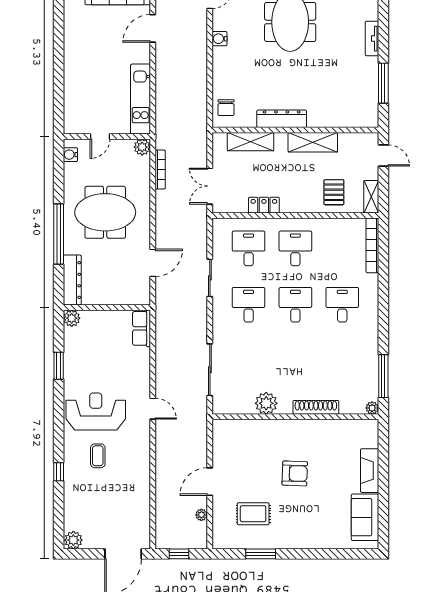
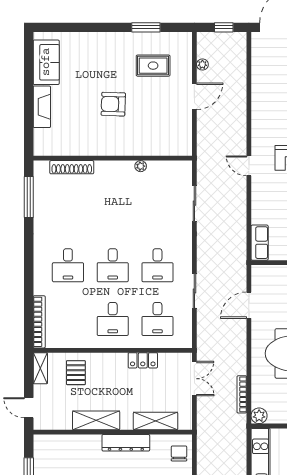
sliding door: (210, 370) -> (194, 203), width x0.73
plant: (266, 403) -> (141, 166), width x0.53, depth x0.53
shoe rack: (316, 407) -> (72, 167), moved
plant: (372, 408) -> (39, 167), removed

